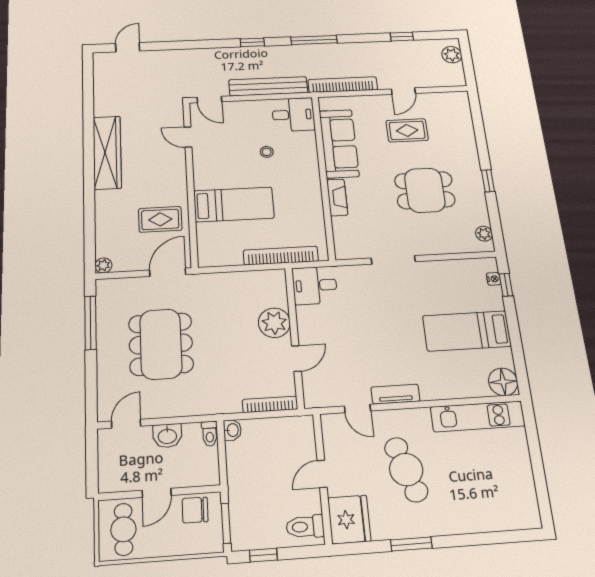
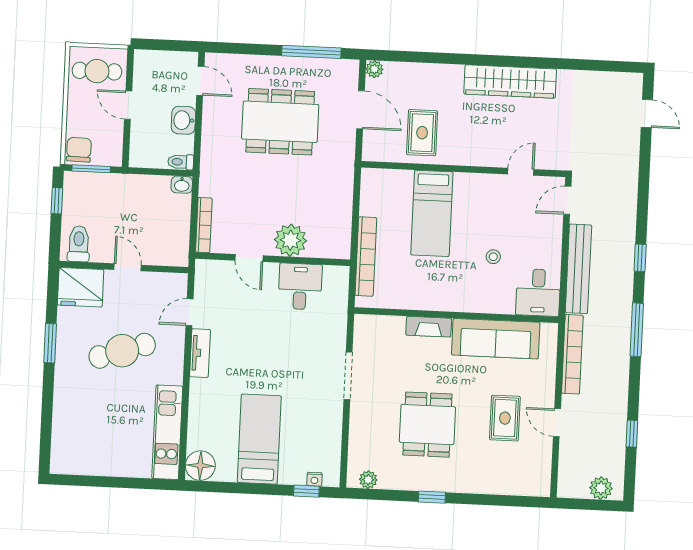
door: (168, 272) -> (361, 110), moved
desk: (315, 285) -> (300, 286), moved
chair: (195, 510) -> (79, 150), moved

